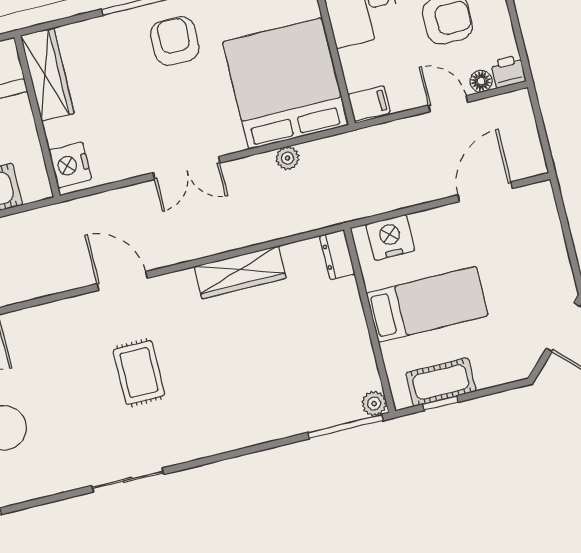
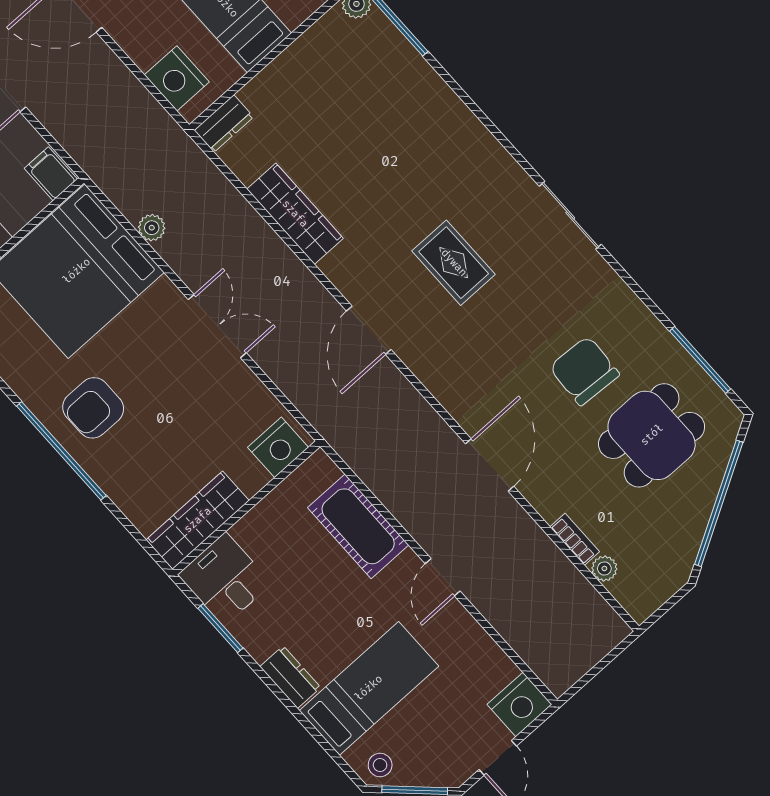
rug: (139, 372) -> (454, 263), turned 90

